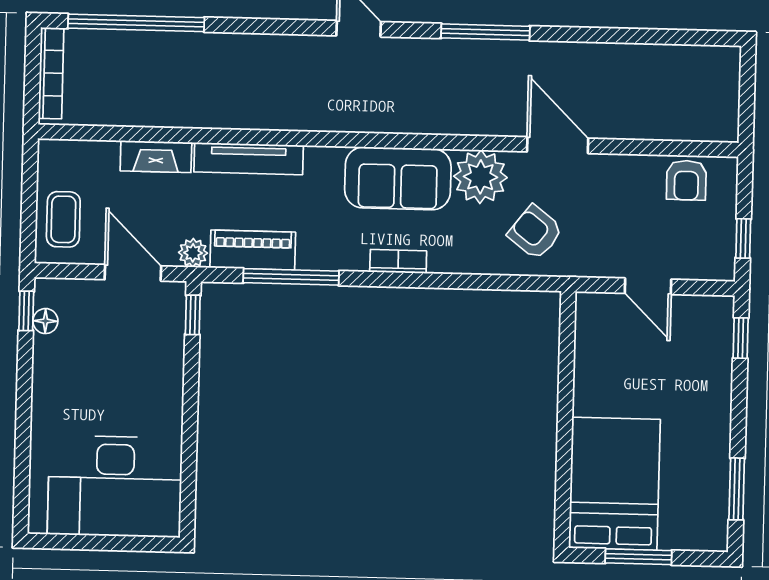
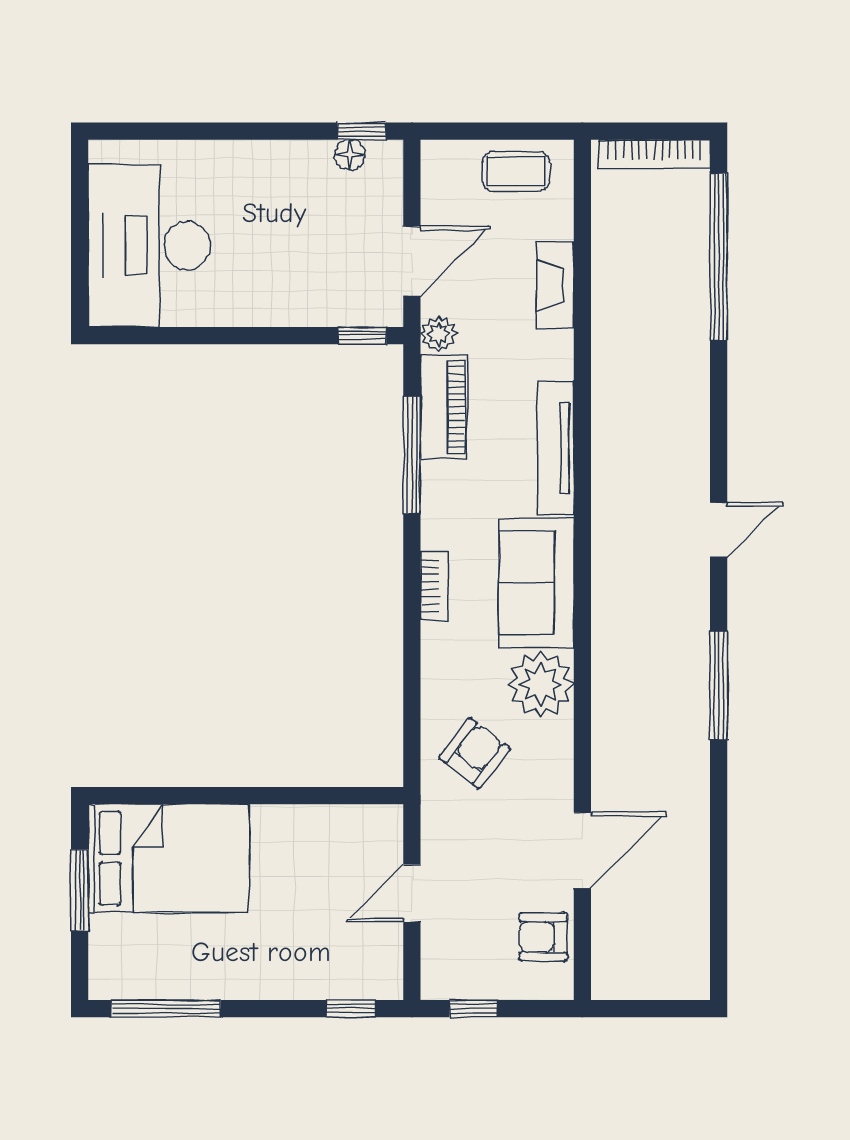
door: (558, 145) -> (582, 850), moved
tv unit: (249, 159) -> (556, 448), moved
coffee table: (63, 219) -> (516, 172), moved
window: (737, 489) -> (166, 1009), width x1.44

